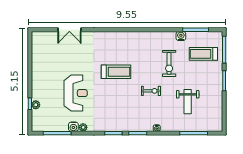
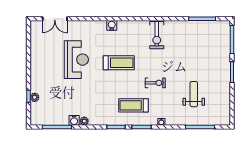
double door: (69, 30) -> (55, 19), moved
water cooler: (181, 36) -> (112, 25), moved
treadmill: (203, 54) -> (133, 105), moved
exercise bike: (169, 63) -> (157, 35), moved
reception desk: (76, 93) -> (76, 60), moved
weight bench: (188, 102) -> (194, 94), turned 180

